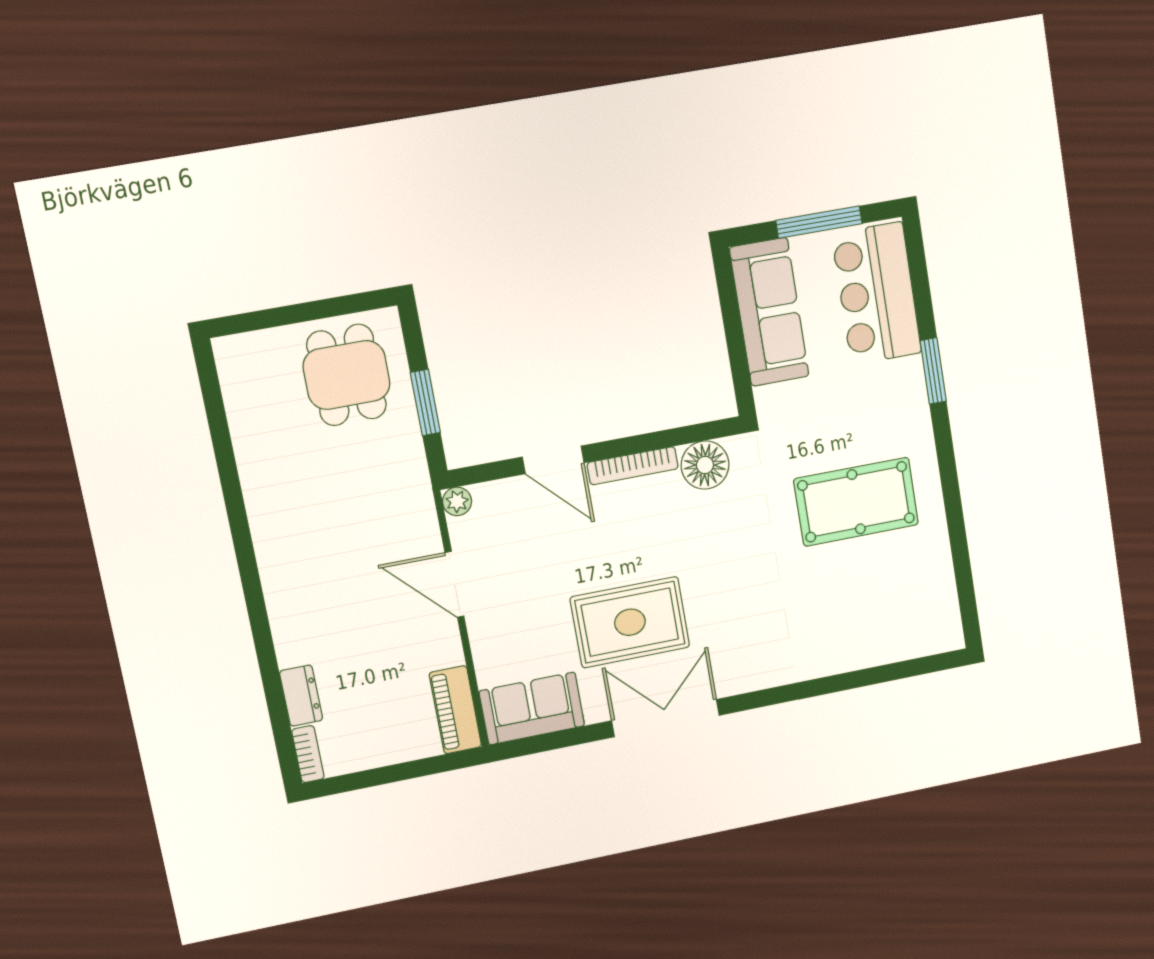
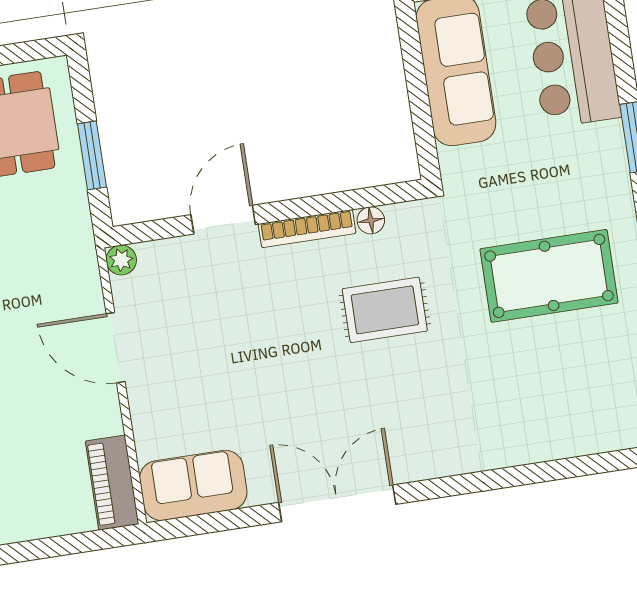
door: (553, 460) -> (223, 220), swing flipped
floor lamp: (705, 465) -> (371, 220), width x0.53, depth x0.53
rug: (630, 622) -> (385, 310), moved, width x0.73, depth x0.70

